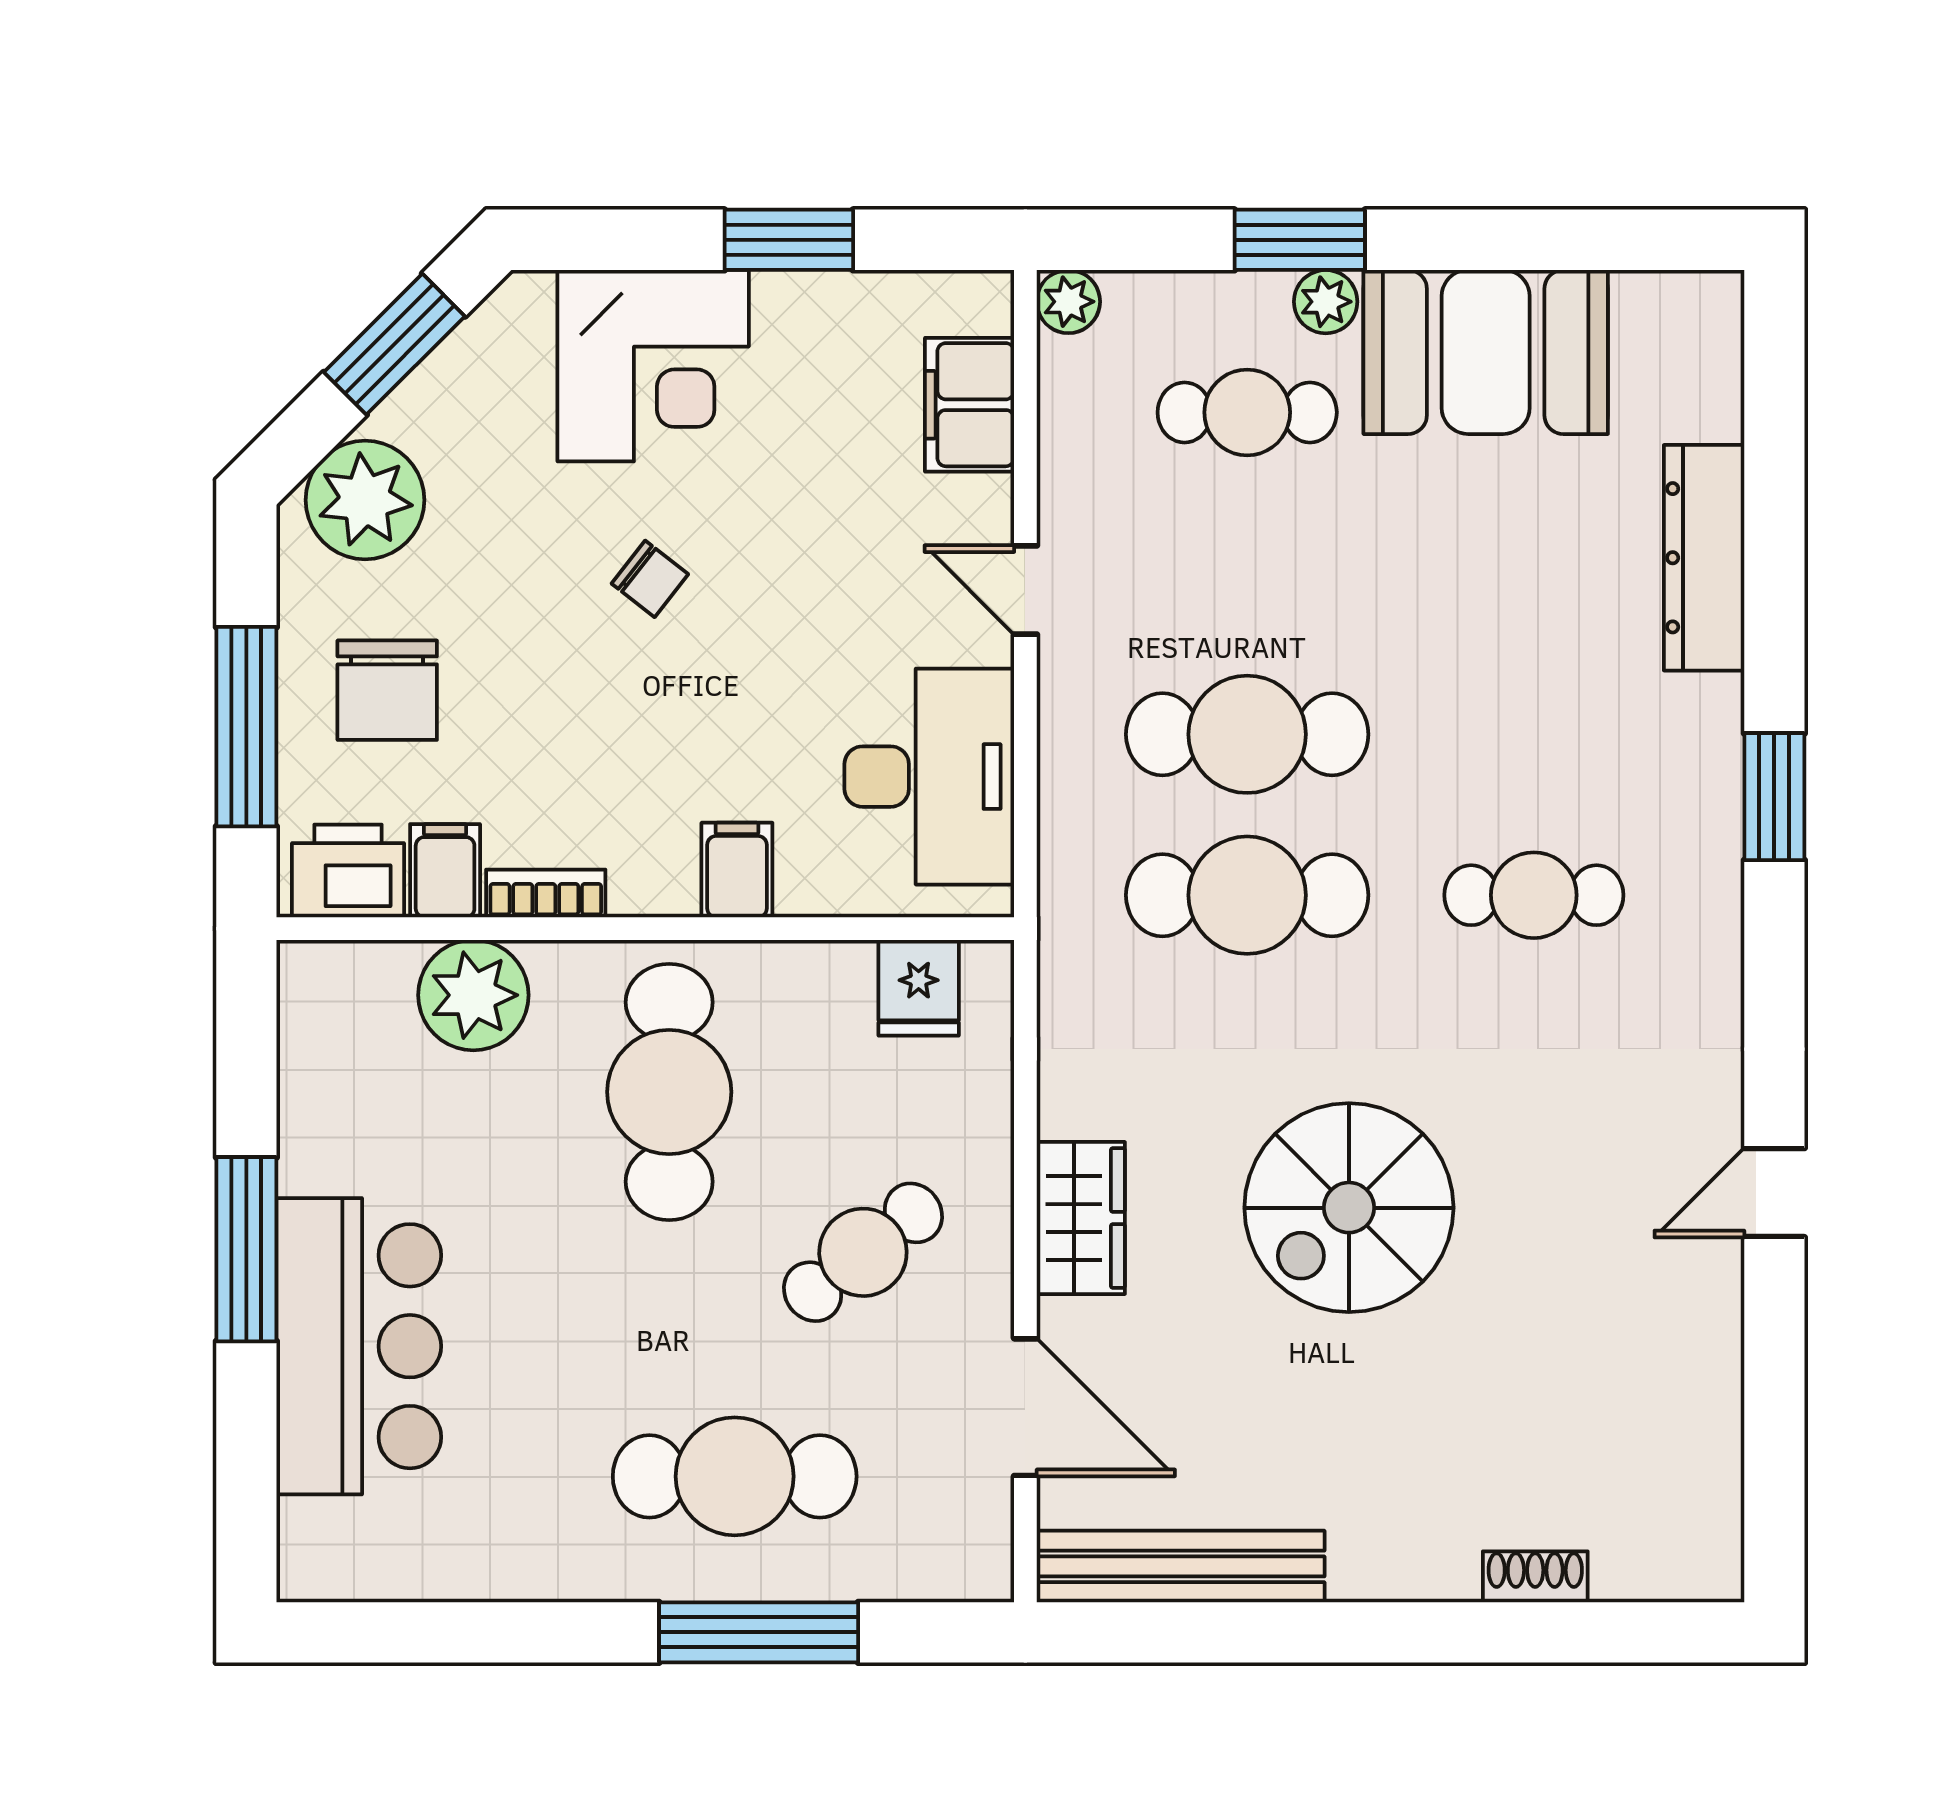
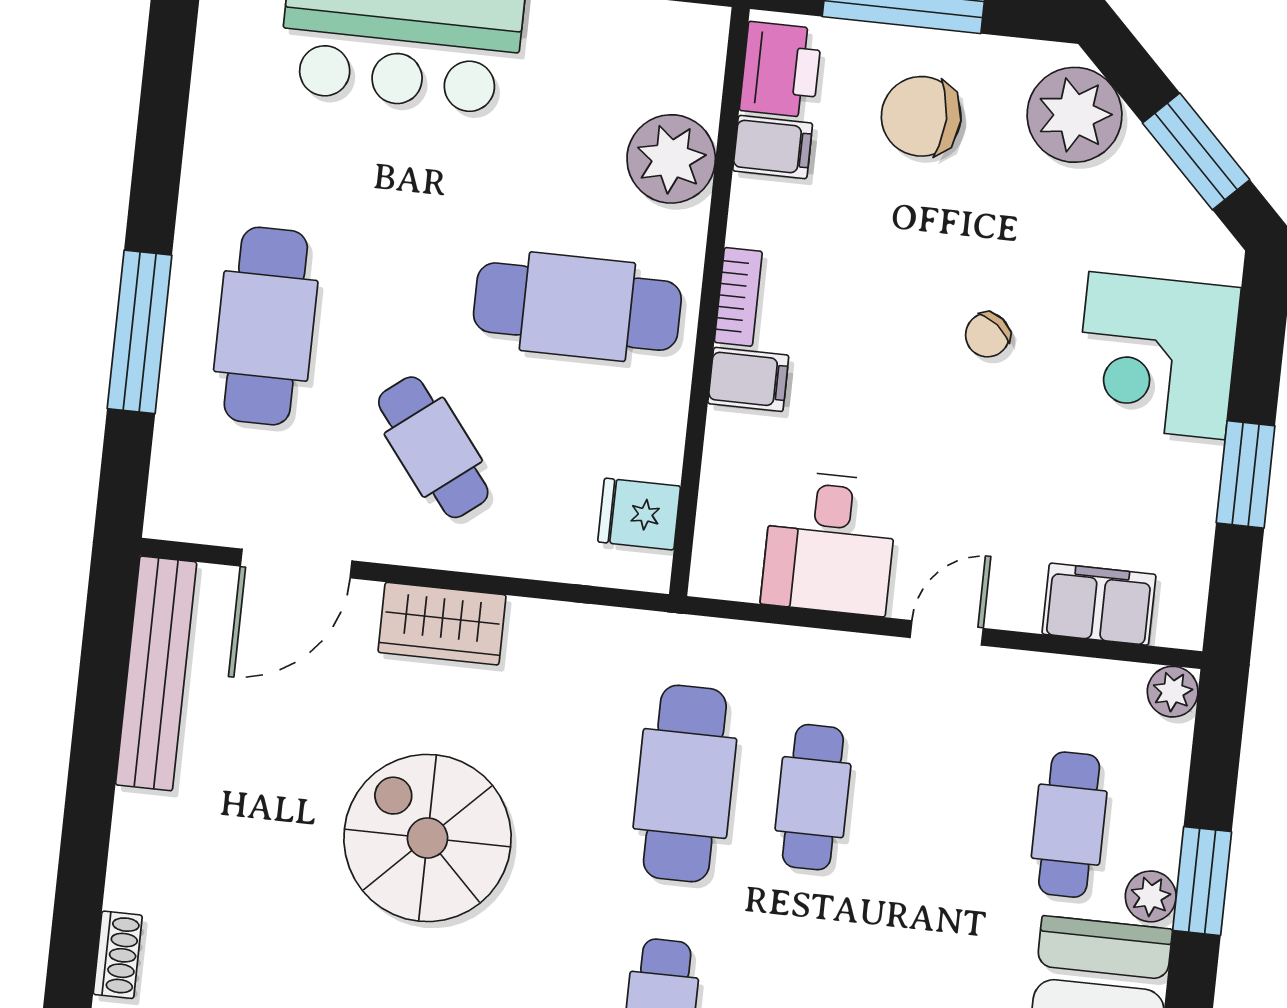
cafe table: (1247, 734) -> (813, 797), width x0.73, depth x0.74
desk: (929, 777) -> (830, 543), width x0.73
bookcase: (546, 893) -> (738, 297), moved

